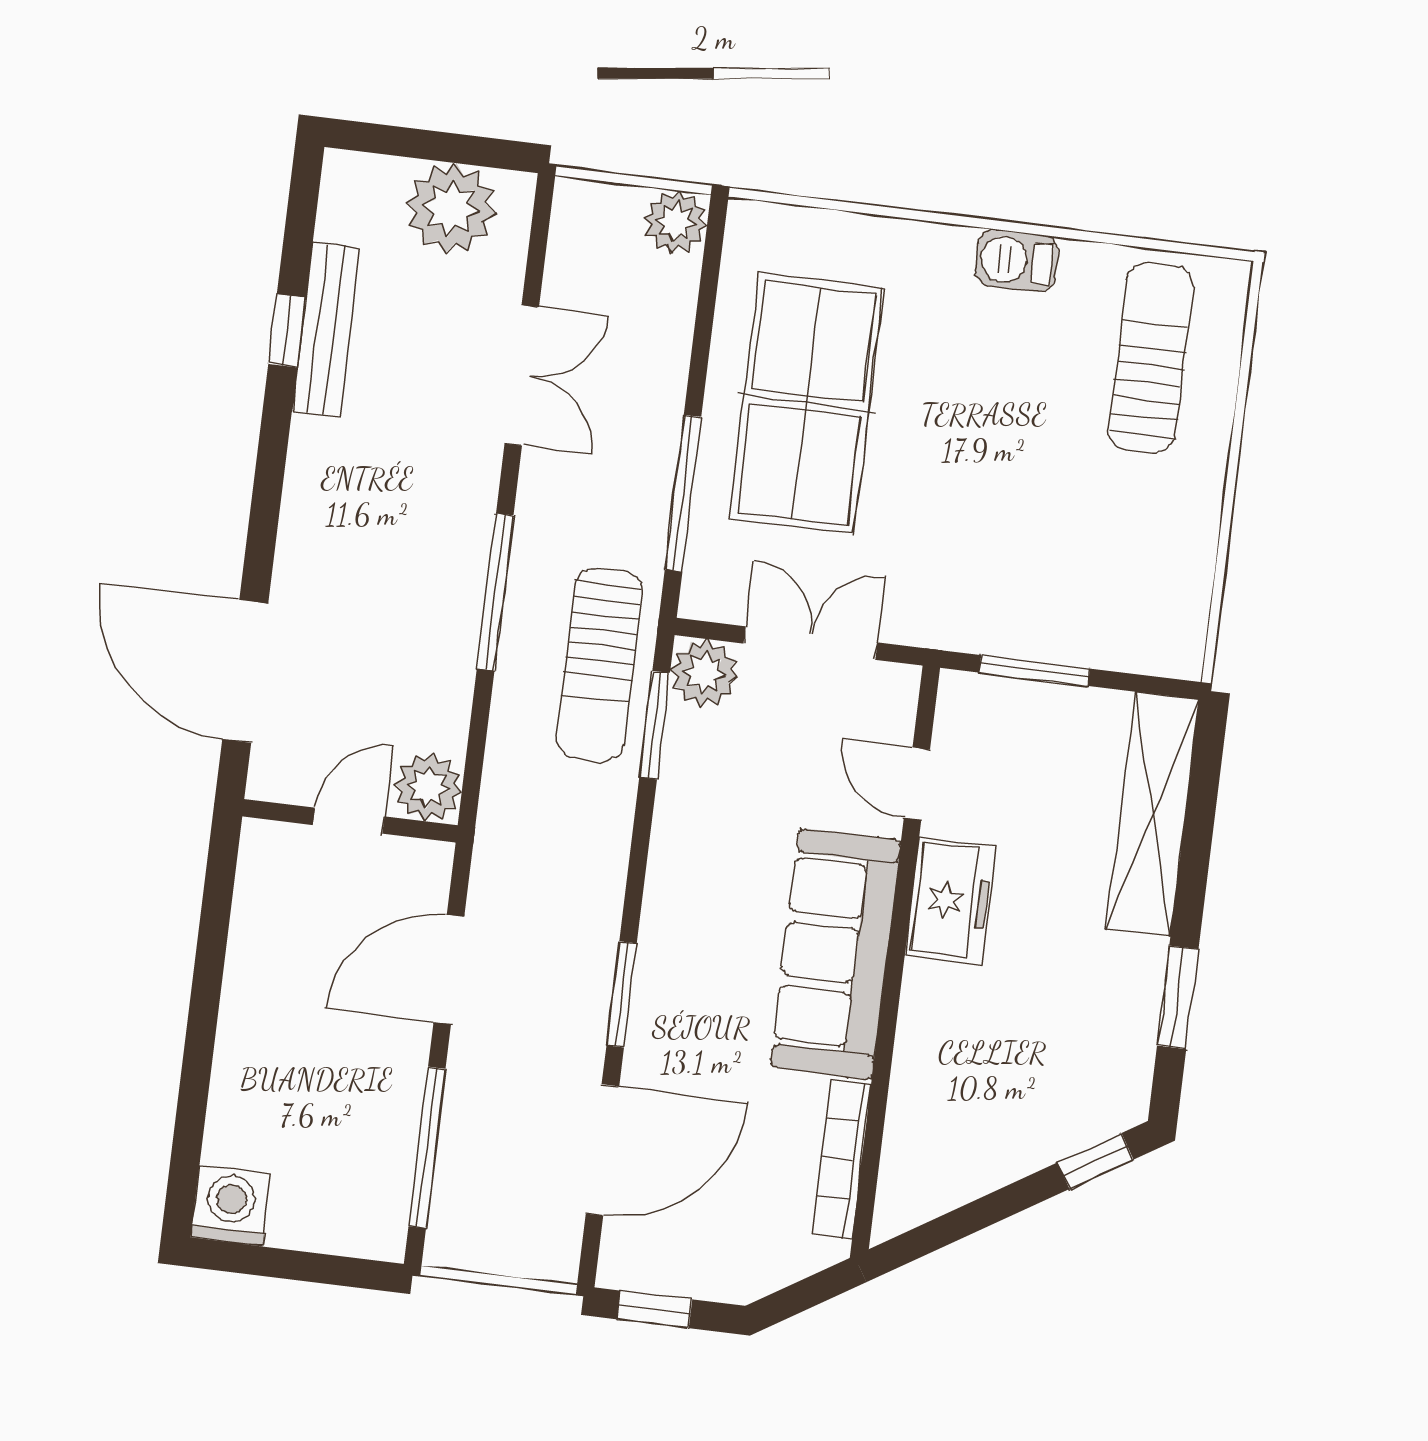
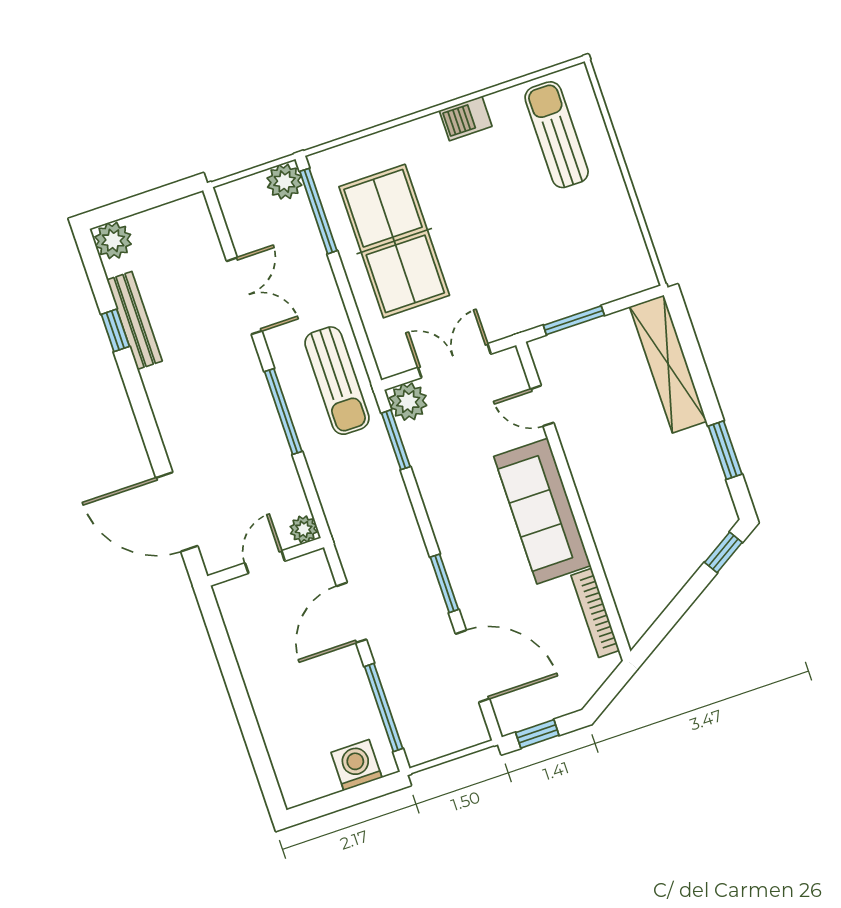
plant: (451, 208) -> (113, 240), moved, width x0.73, depth x0.73
window: (683, 493) -> (318, 211), moved
sun lounger: (599, 665) -> (337, 381), moved
plant: (428, 788) -> (304, 529), width x0.73, depth x0.73
freezer: (950, 901) -> (587, 457), removed
door: (602, 1150) -> (472, 666), hinge flipped
washing machine: (231, 1206) -> (357, 765), moved

